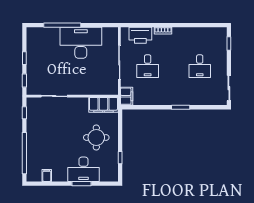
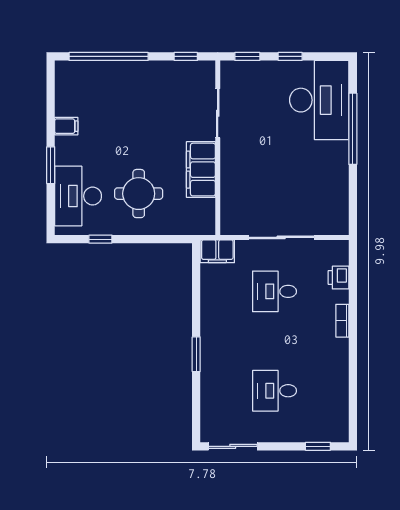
printer: (140, 35) -> (339, 278), width x0.53, depth x0.68
desk: (81, 43) -> (319, 100), moved
filing cabinet: (103, 105) -> (201, 170), moved
desk: (83, 169) -> (78, 196), moved
filing cabinet: (47, 175) -> (66, 126), moved

